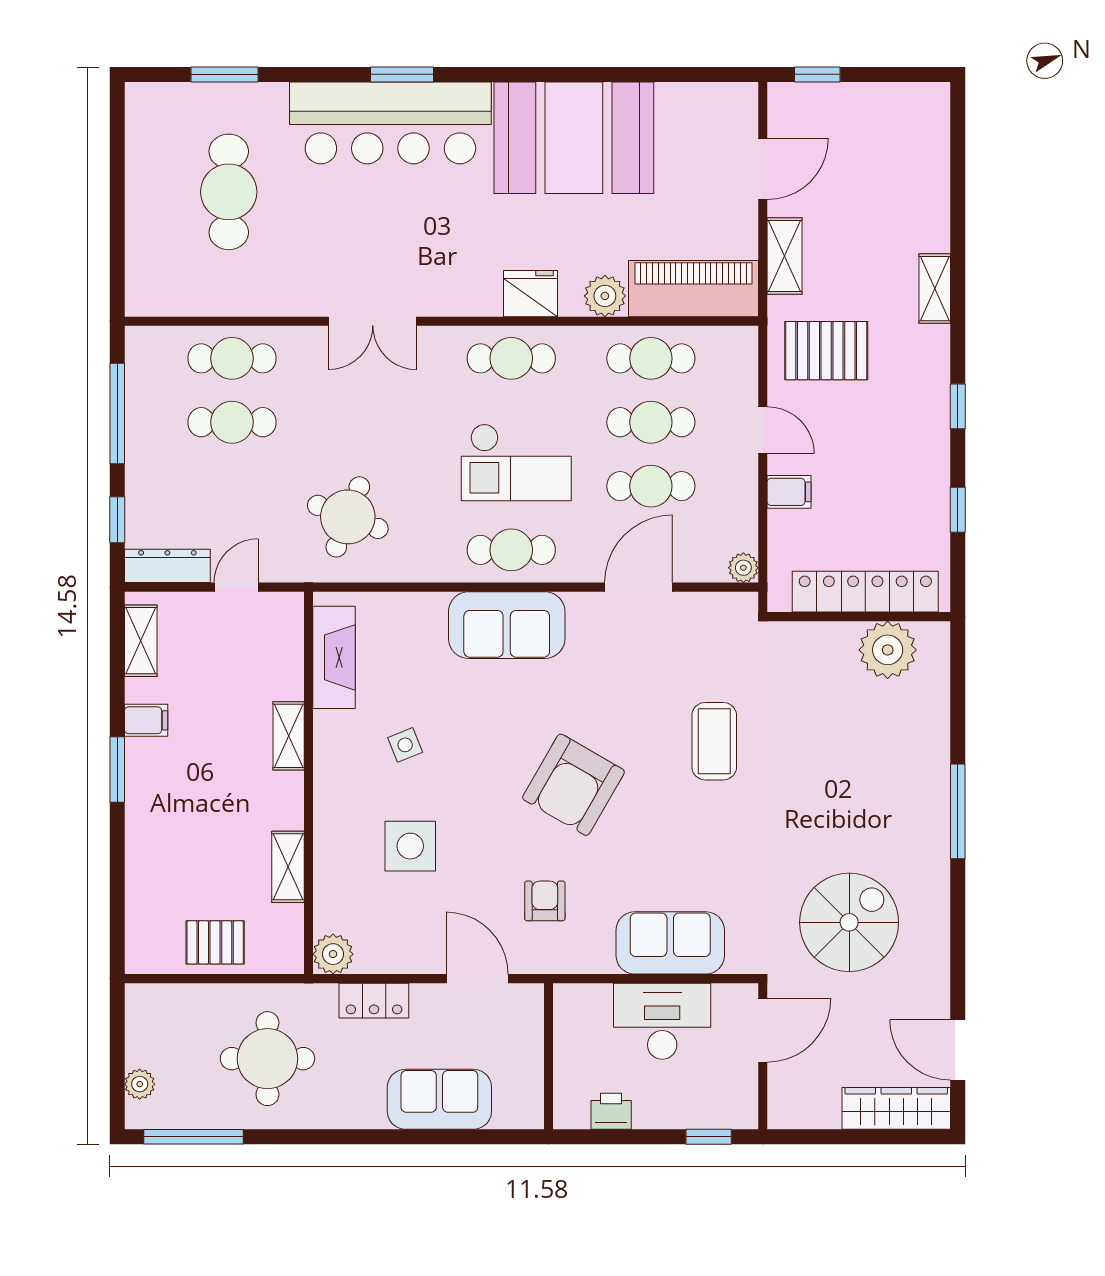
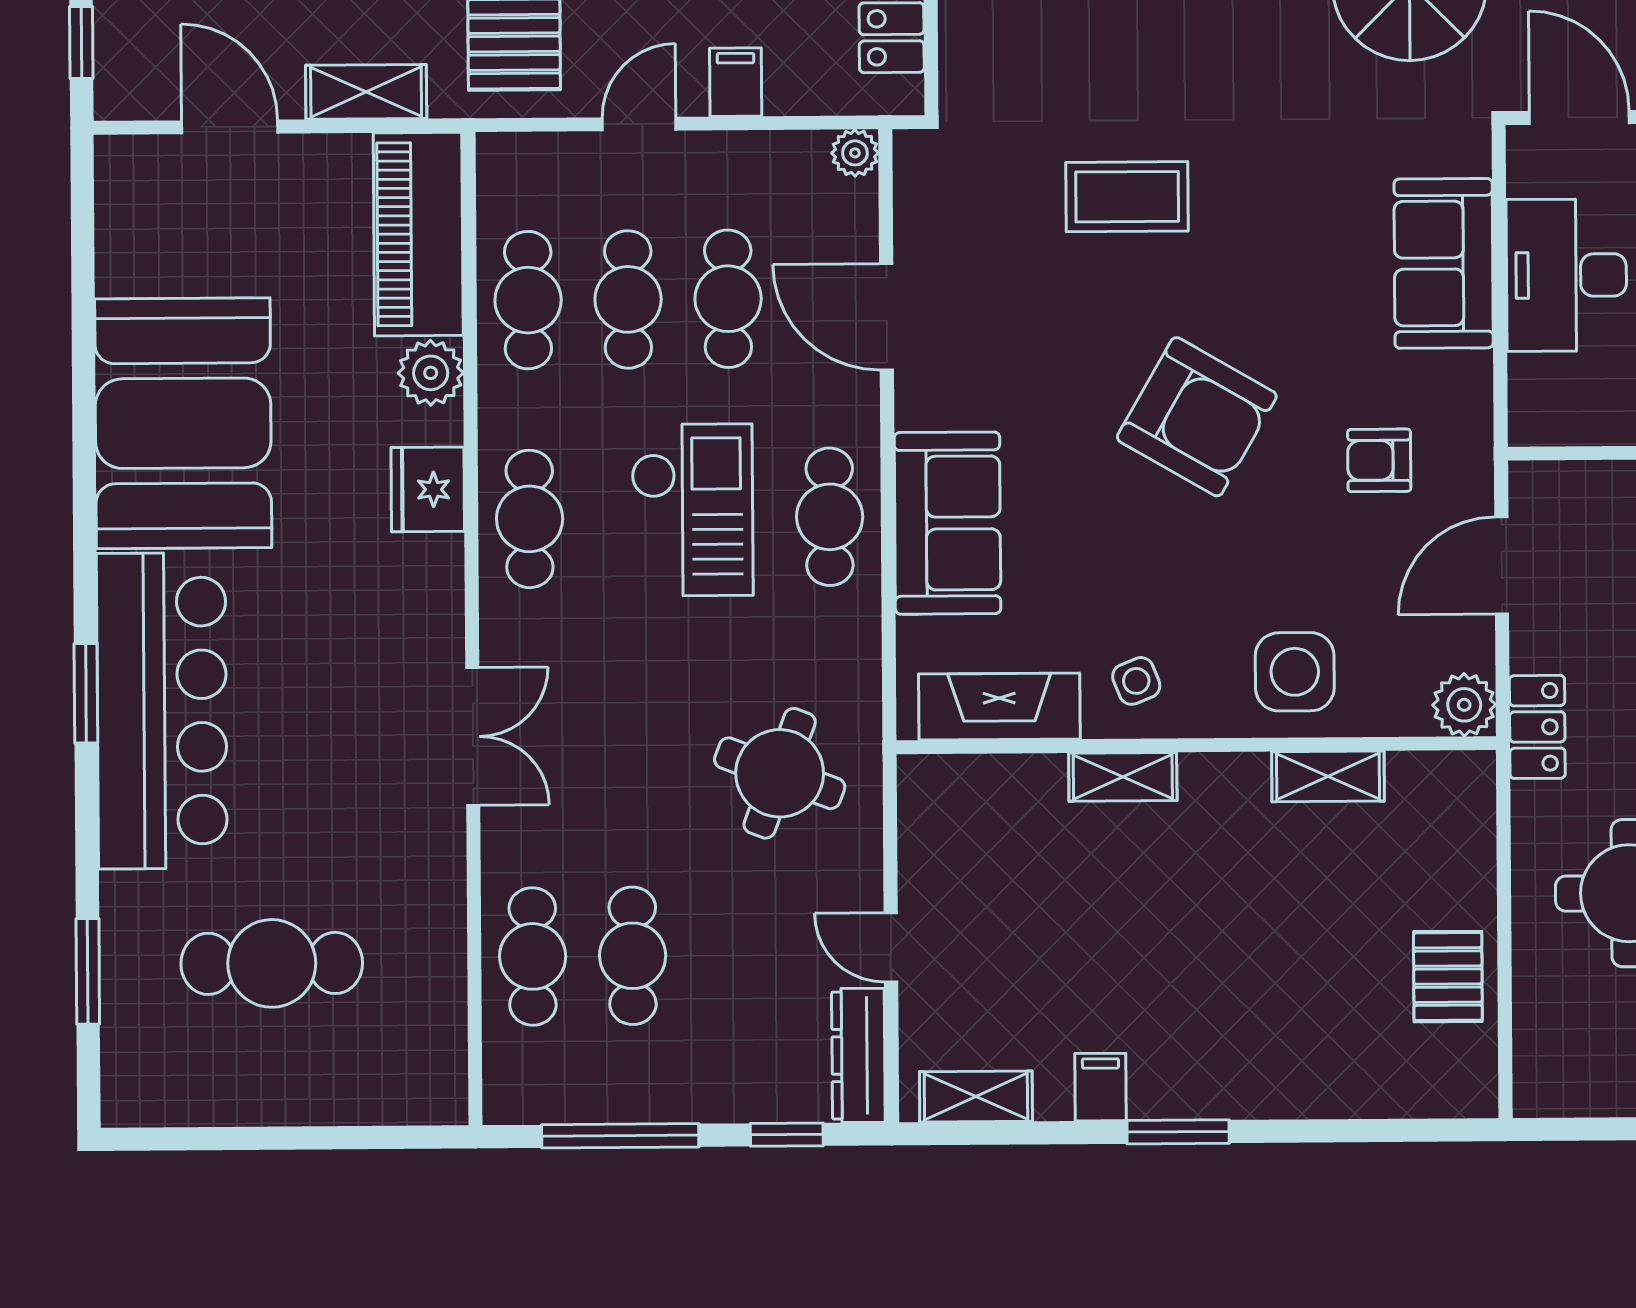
fireplace: (334, 657) -> (999, 706), moved
shelving: (289, 736) -> (1123, 777), moved
wall: (308, 783) -> (1196, 745), moved
shelving: (288, 867) -> (1328, 776), moved
plant: (333, 954) -> (1464, 705), moved

